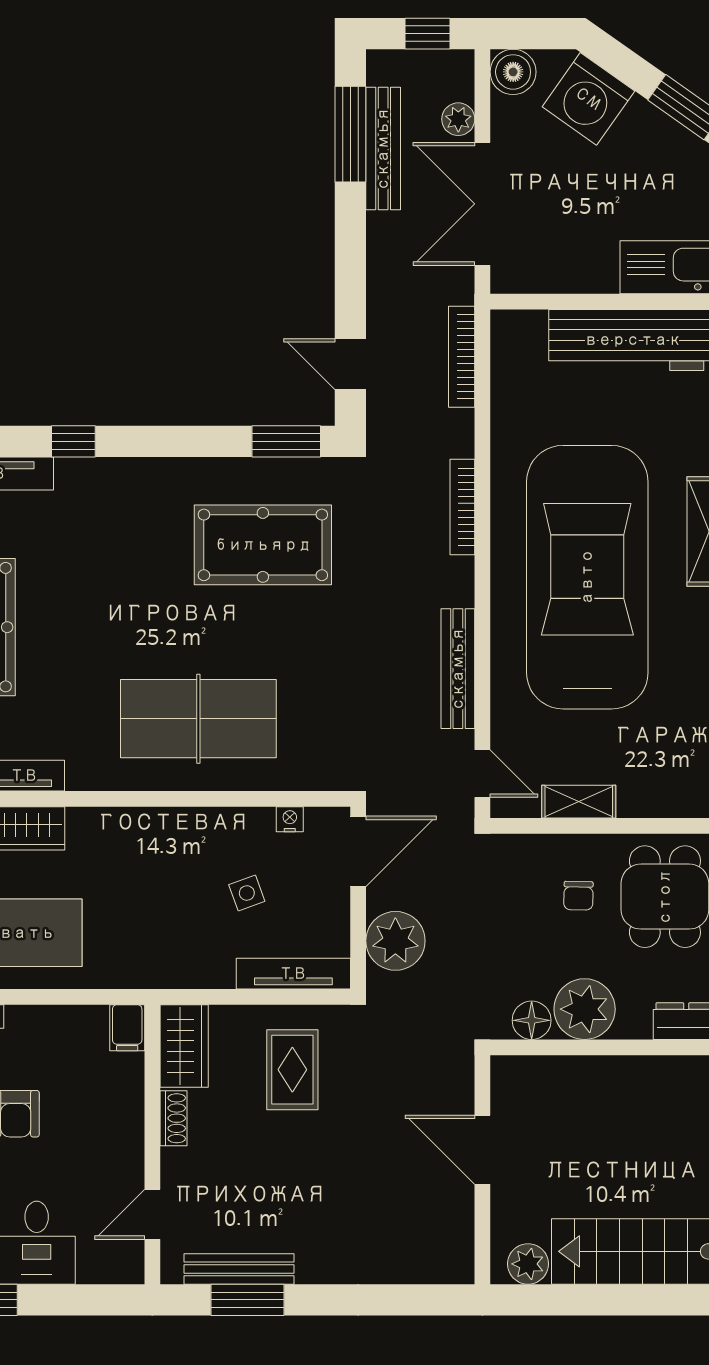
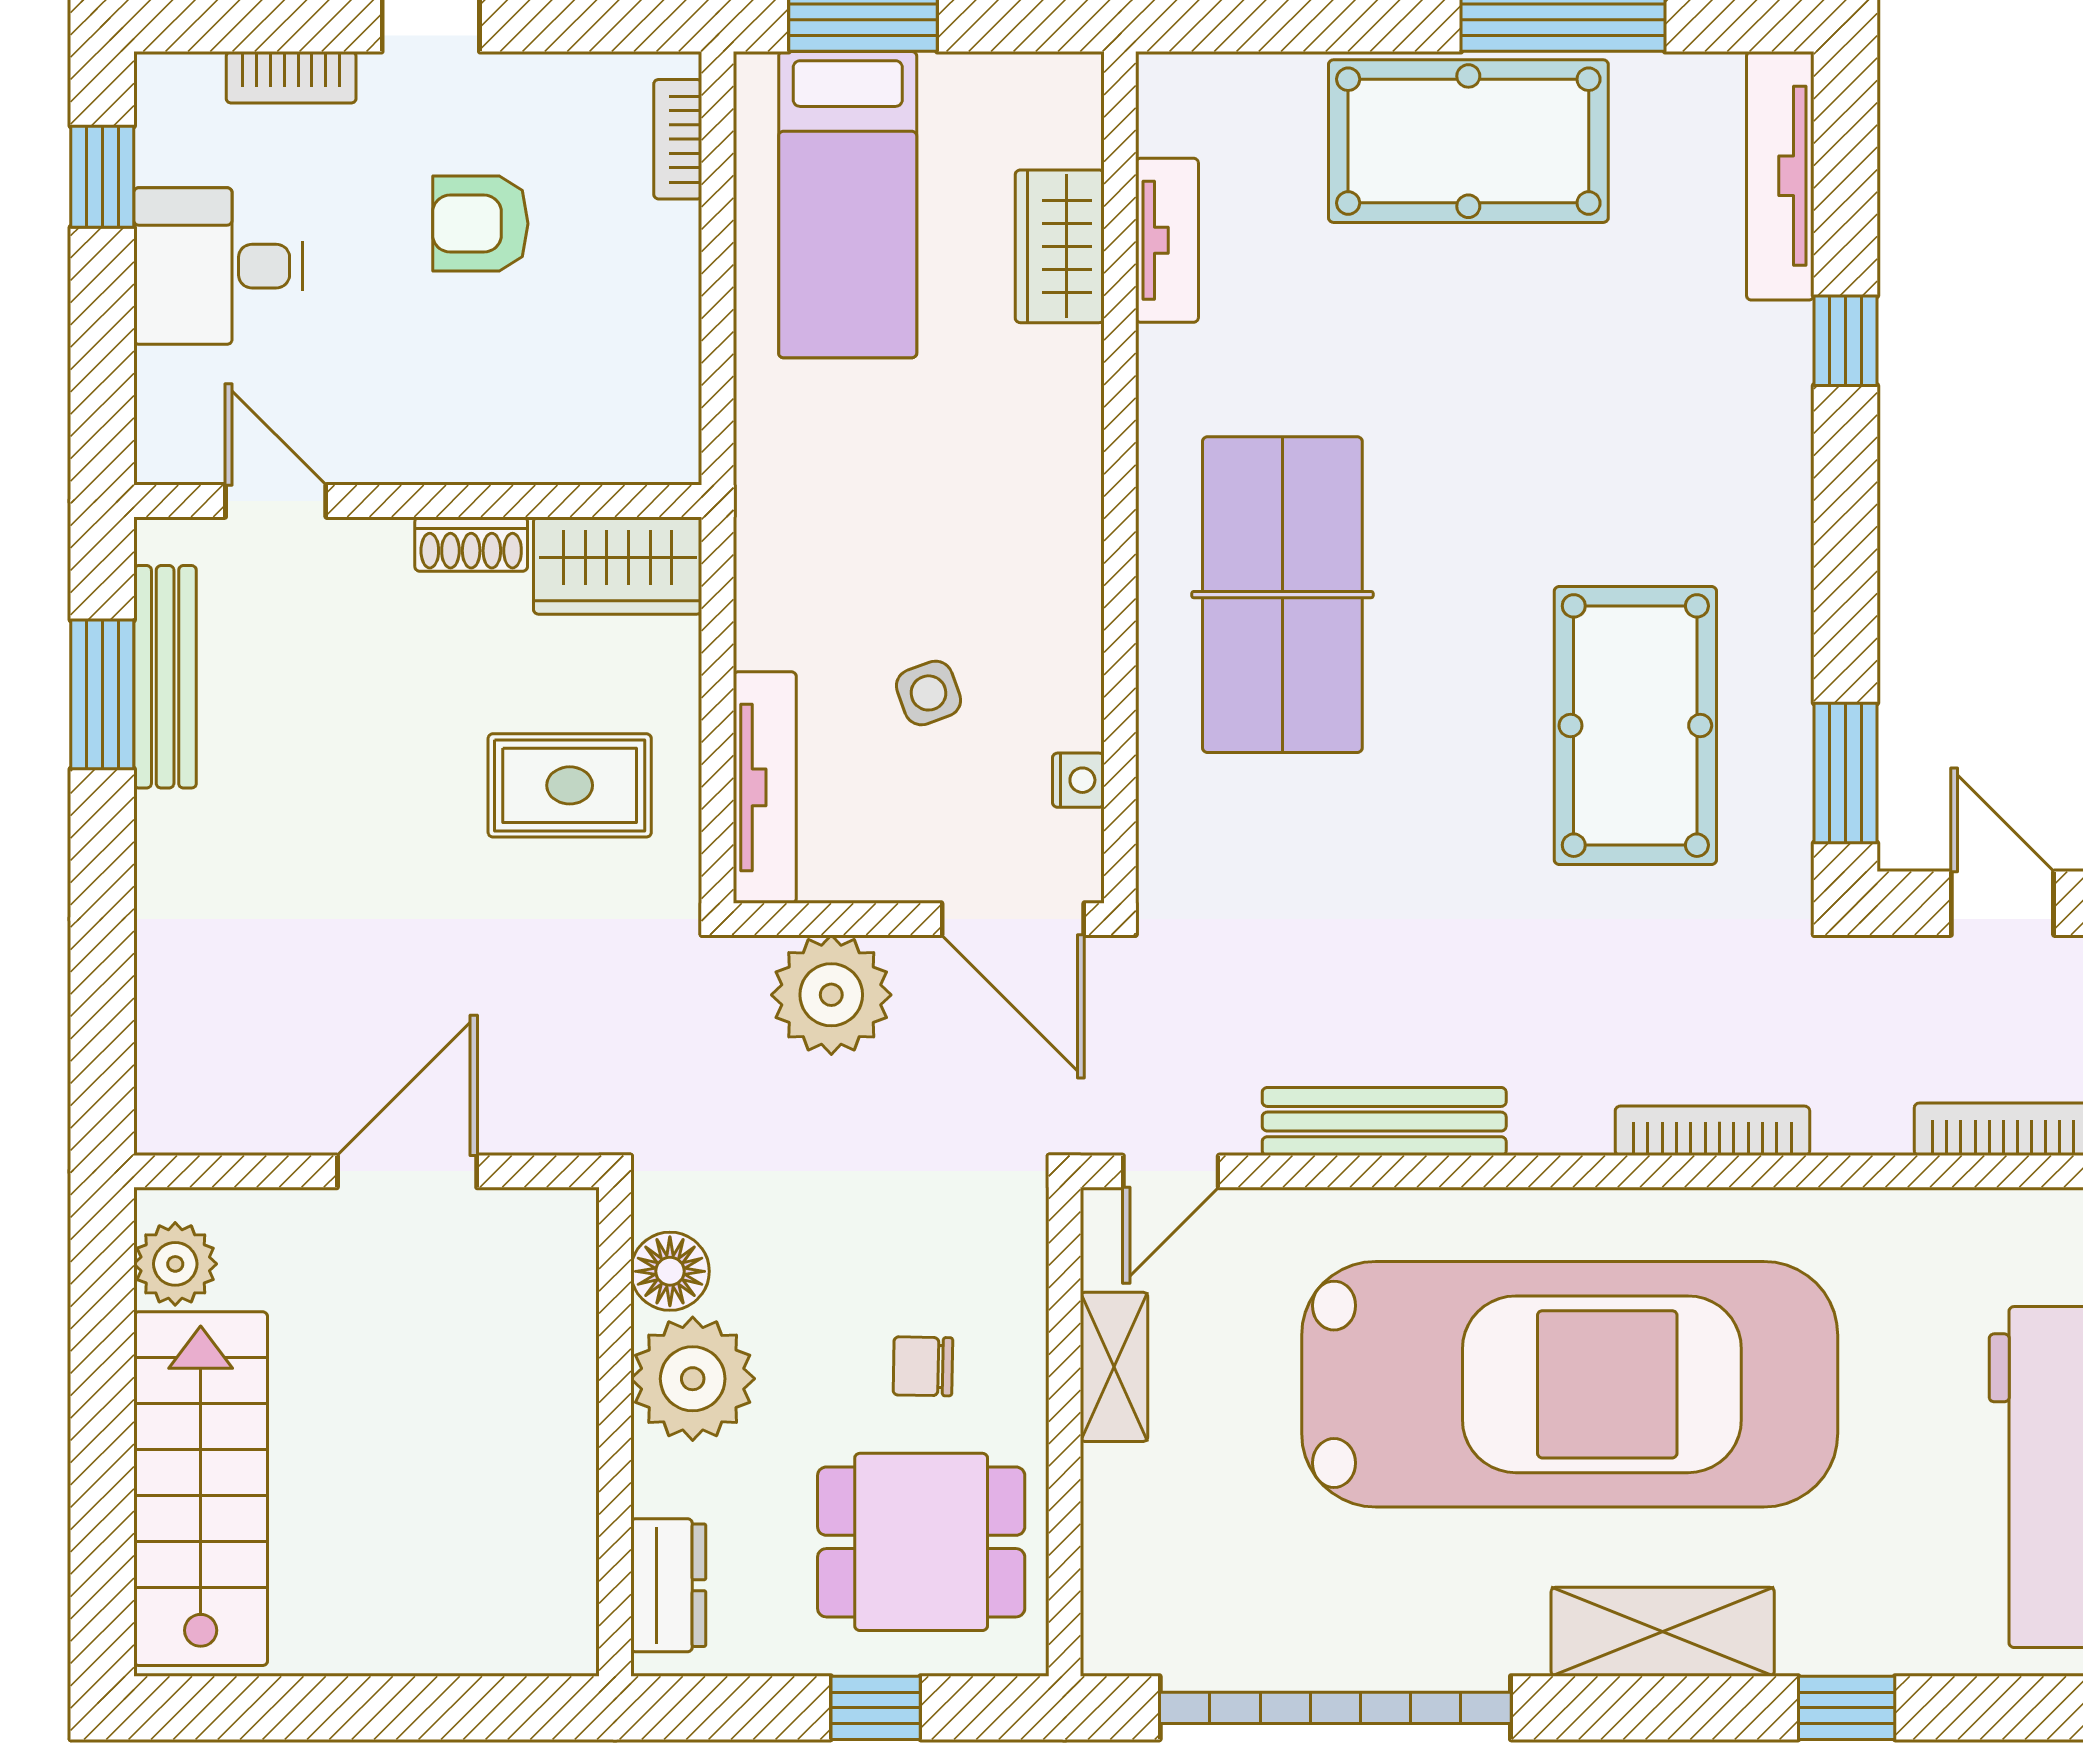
door: (350, 364) -> (2002, 903), hinge flipped
filing cabinet: (127, 1028) -> (655, 450), removed

